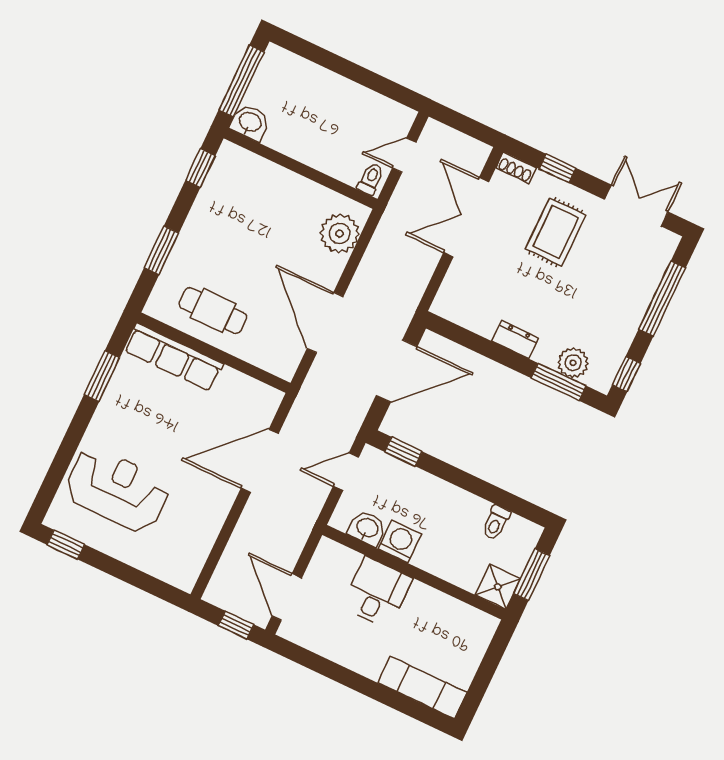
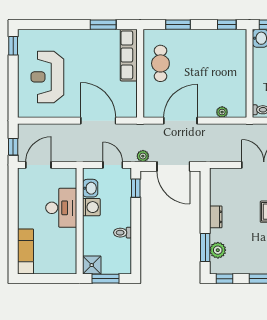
plant: (340, 233) -> (222, 112), width x0.53, depth x0.53
plant: (355, 414) -> (143, 156), added
reception desk: (117, 490) -> (47, 77), moved, turned 180
toilet: (496, 523) -> (123, 233), moved
desk: (377, 593) -> (61, 208), width x1.37

